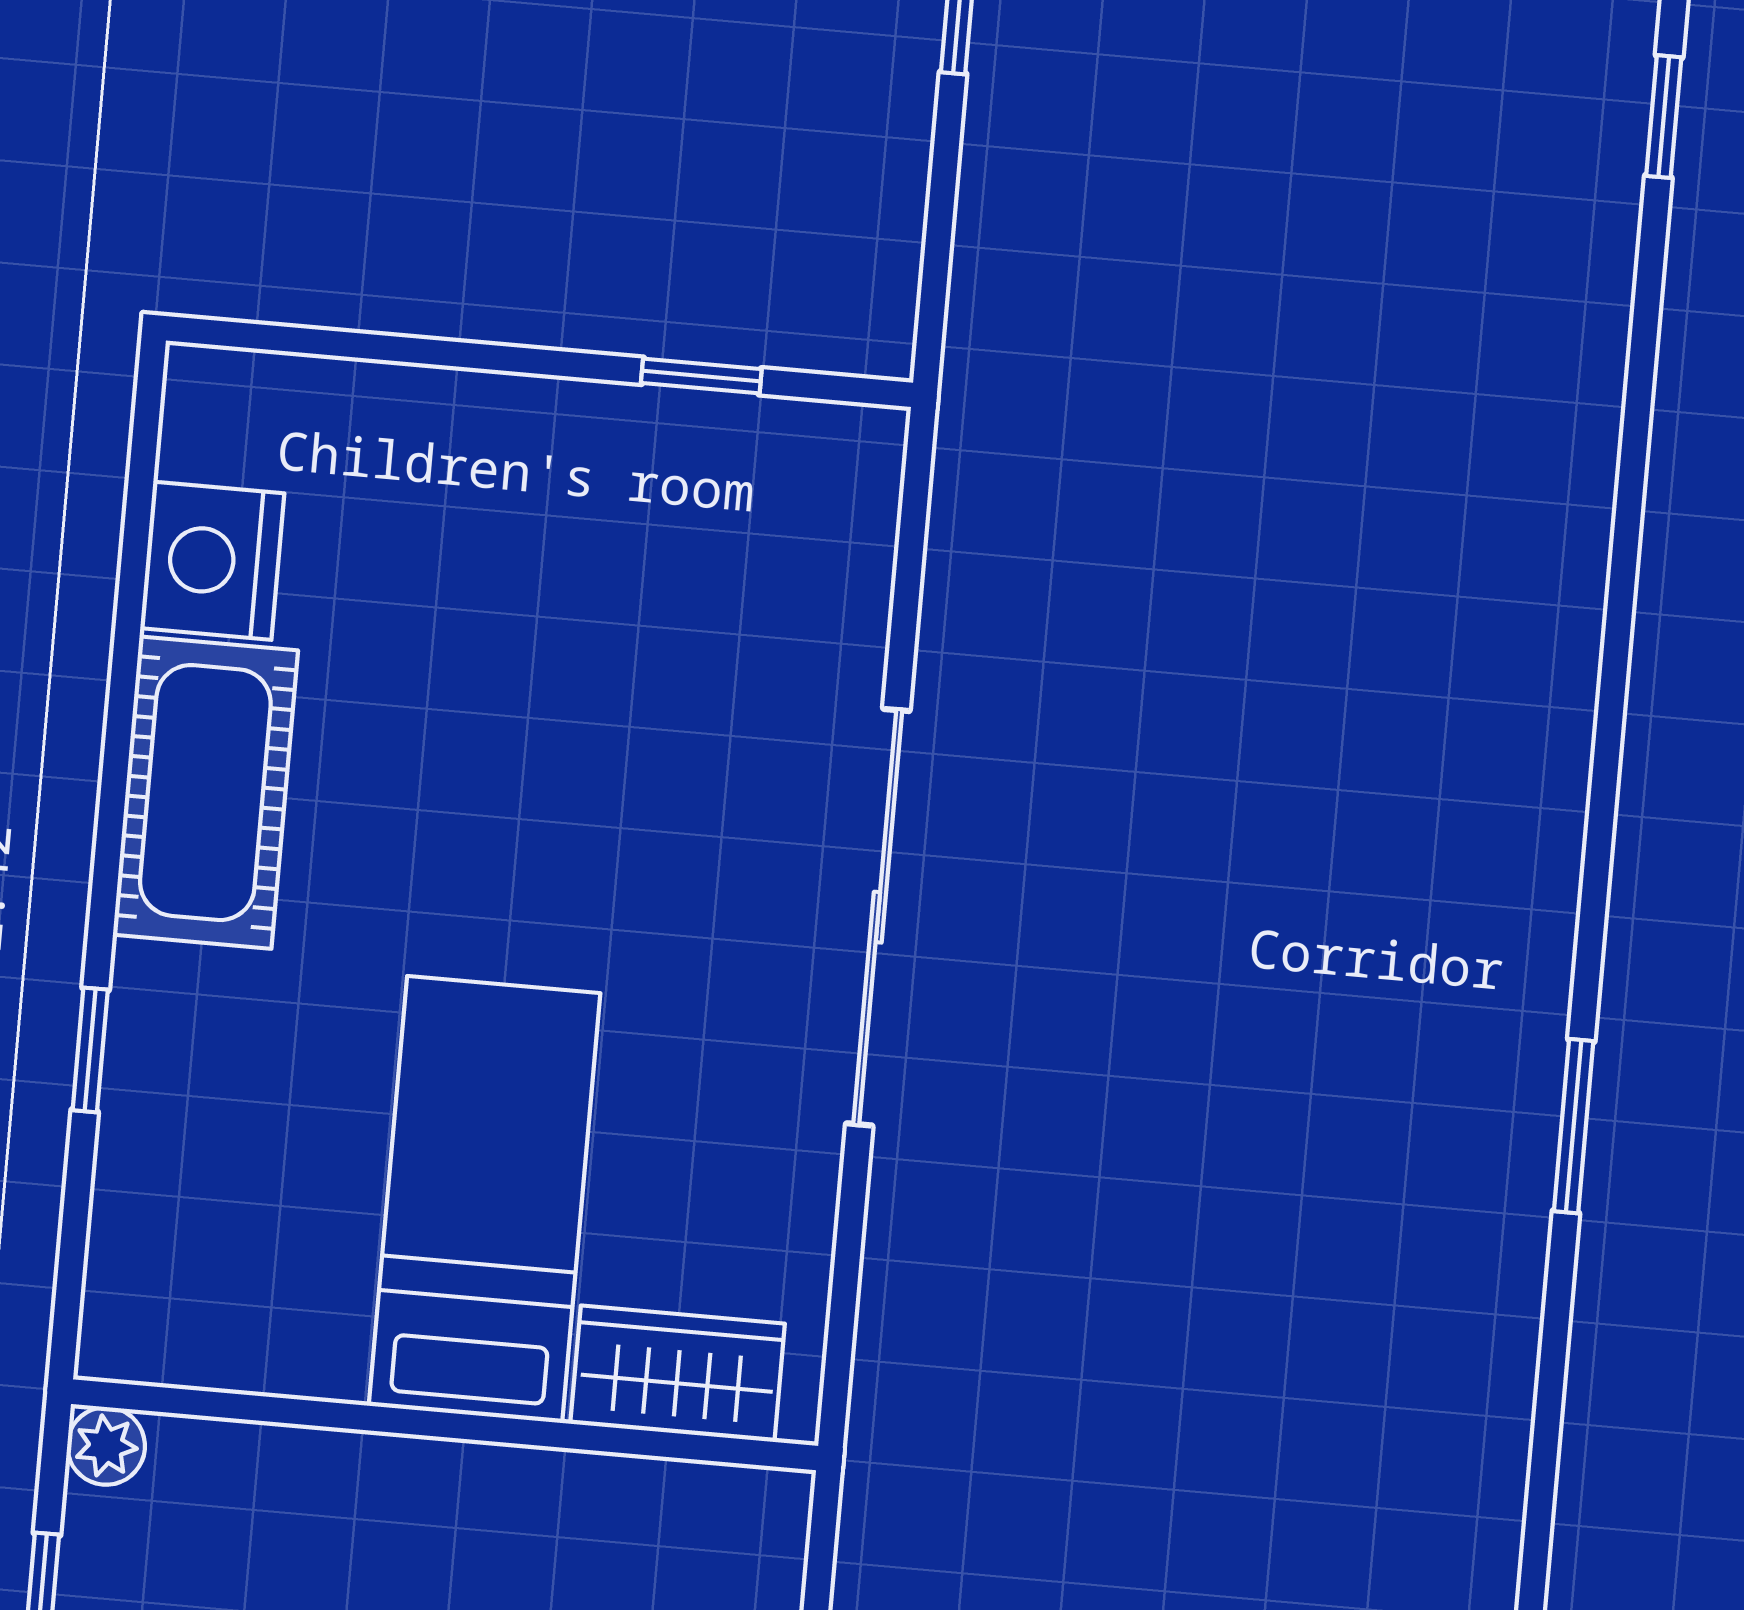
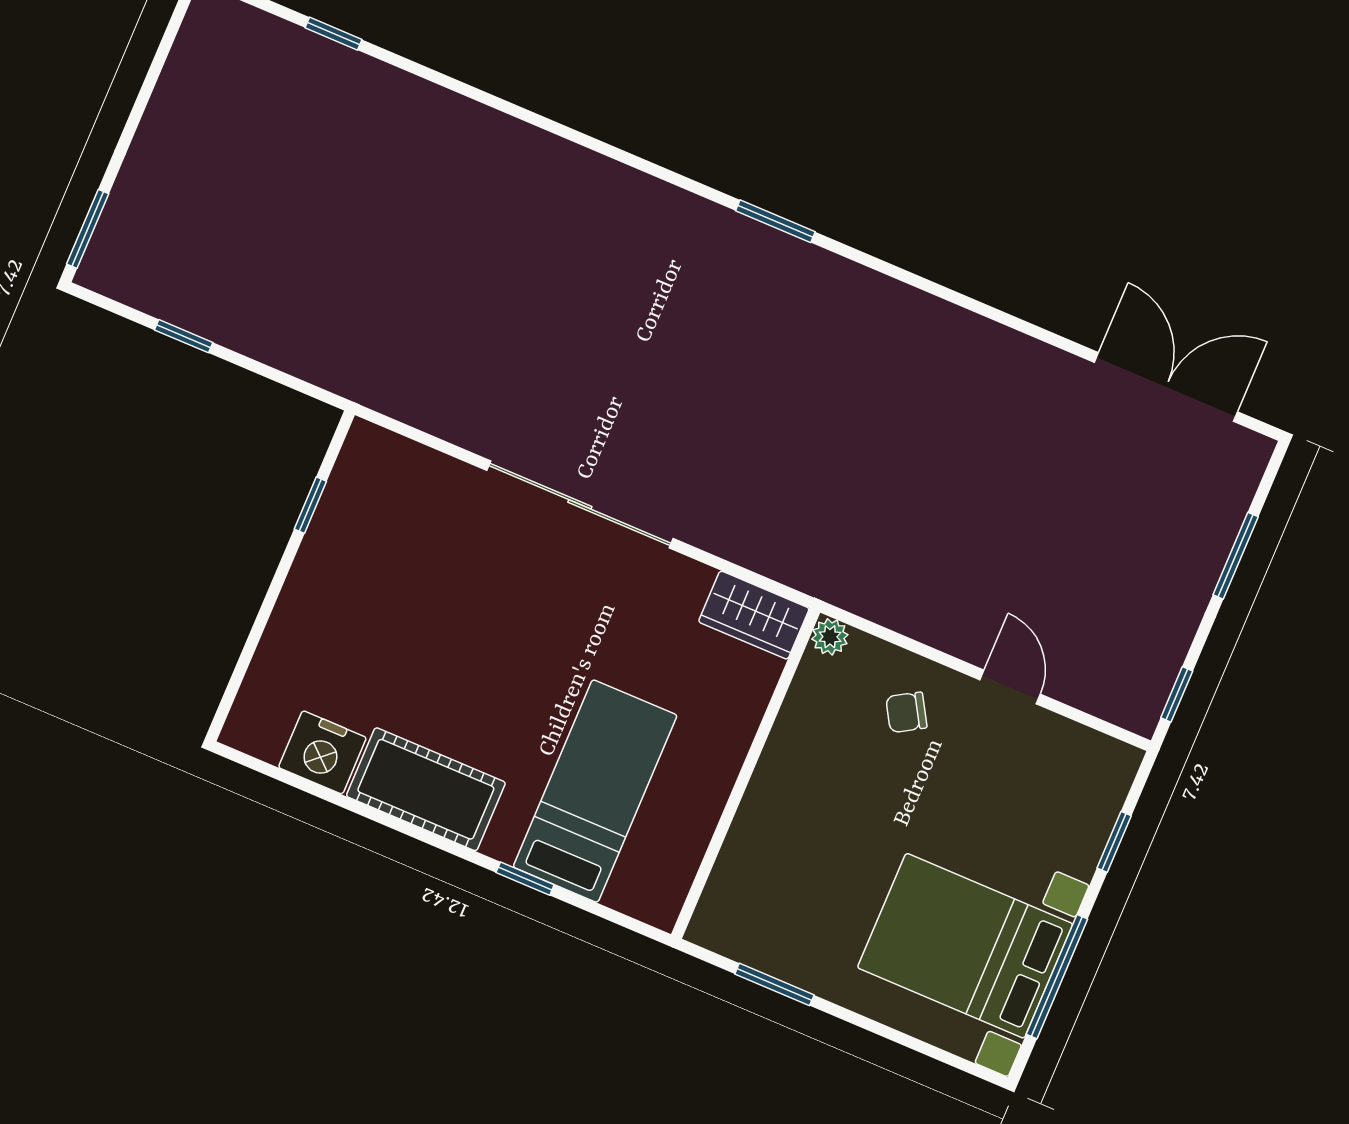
bed: (485, 1200) -> (595, 791), moved, turned 90
wardrobe: (678, 1374) -> (754, 615), moved, turned -90
plant: (106, 1446) -> (830, 637), moved

